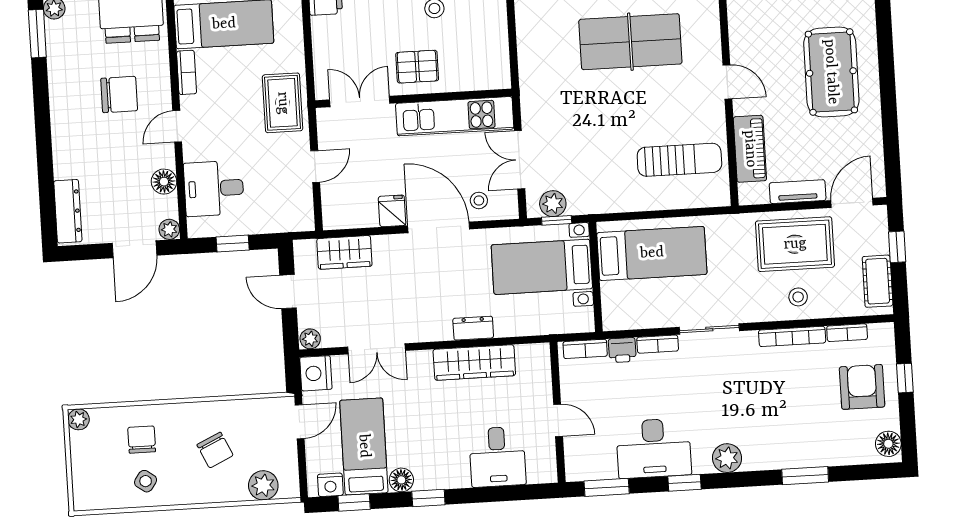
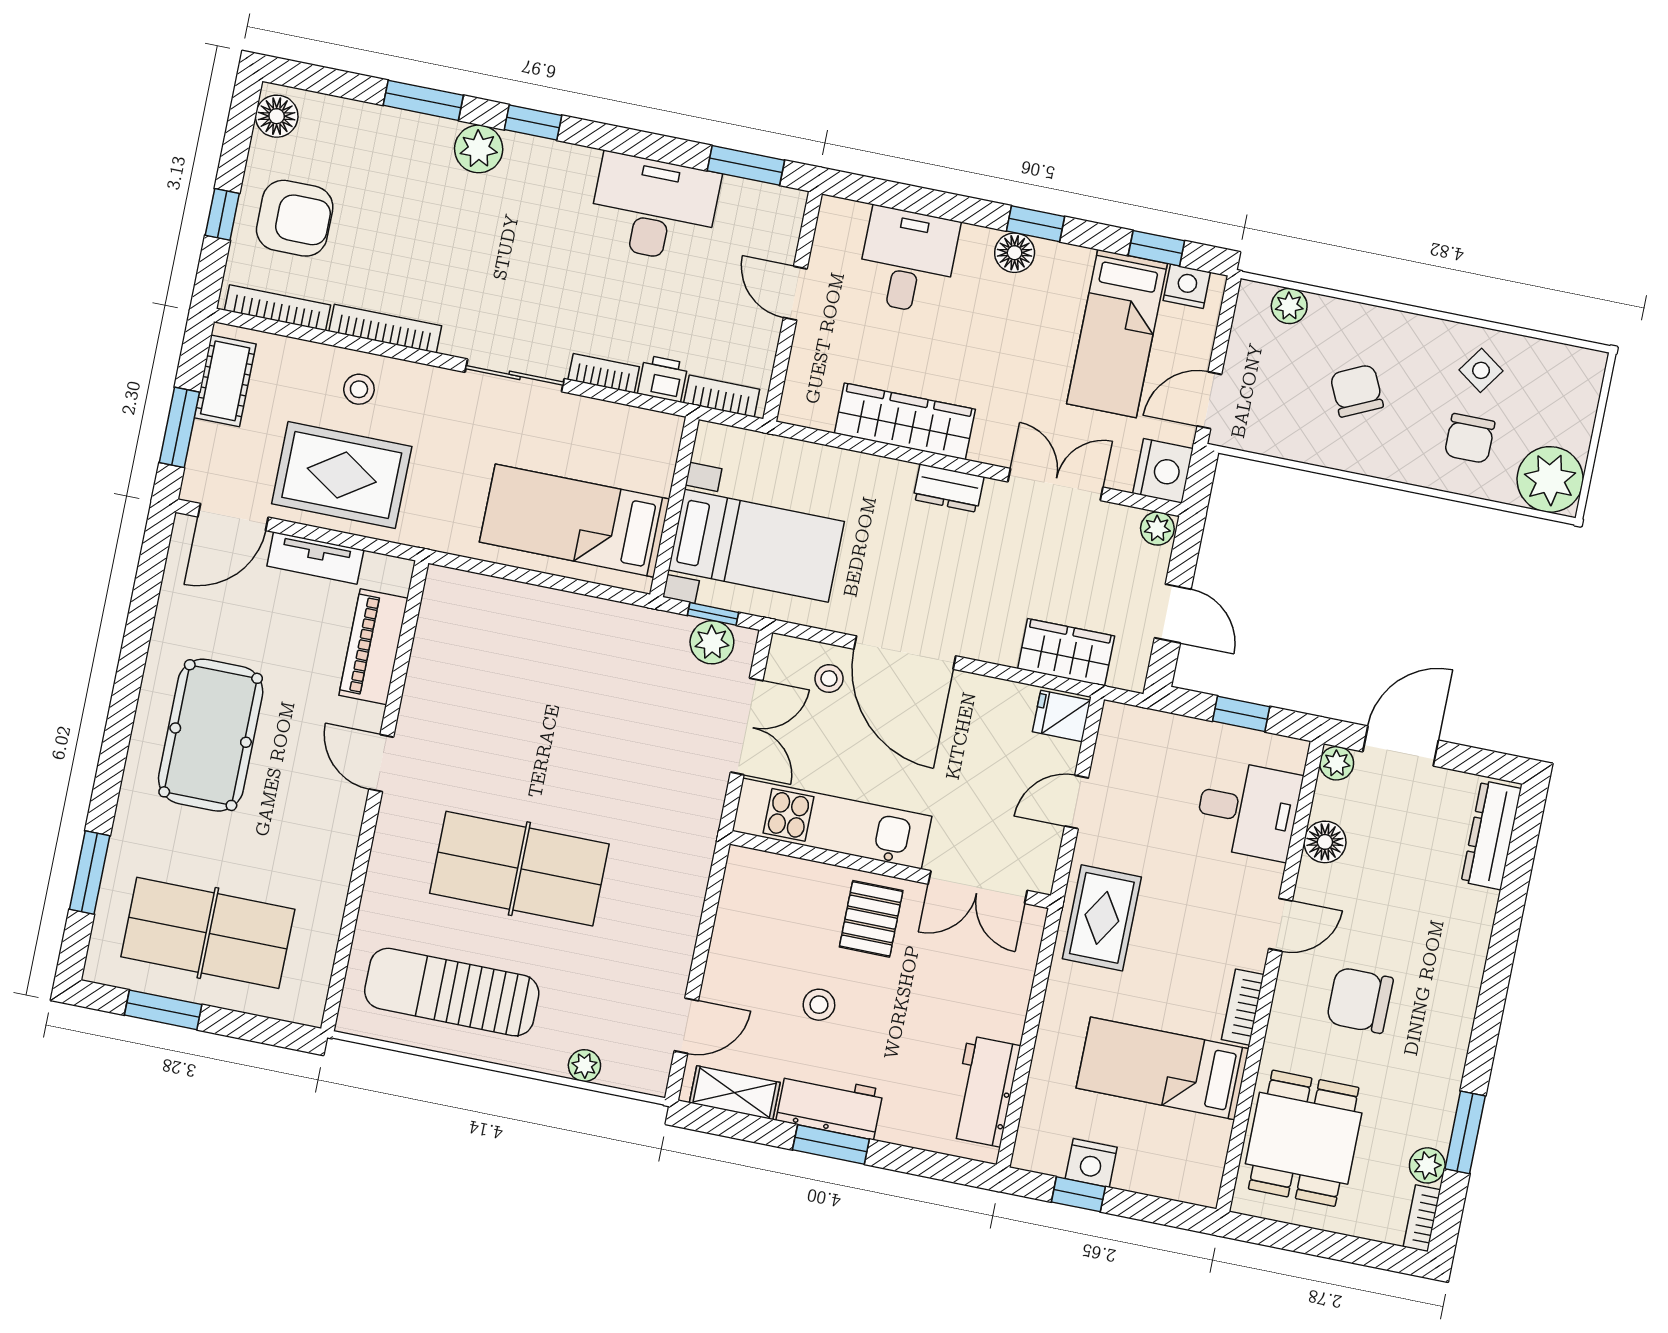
pallet: (417, 67) -> (871, 919), turned 90
sun lounger: (679, 160) -> (491, 659), removed
fridge: (392, 211) -> (1061, 716), moved, turned 90
window: (897, 247) -> (179, 427), width x1.50
dresser: (473, 328) -> (949, 488), moved
bookcase: (847, 333) -> (278, 308), width x1.56
armchair: (862, 387) -> (295, 218), turned -90
plant: (79, 419) -> (1550, 479), width x1.88, depth x1.88
plant: (727, 458) -> (479, 149), moved
floor lamp: (401, 480) -> (1015, 253), moved
window: (685, 483) -> (533, 122), moved
plant: (263, 485) -> (1289, 306), width x0.73, depth x0.73

